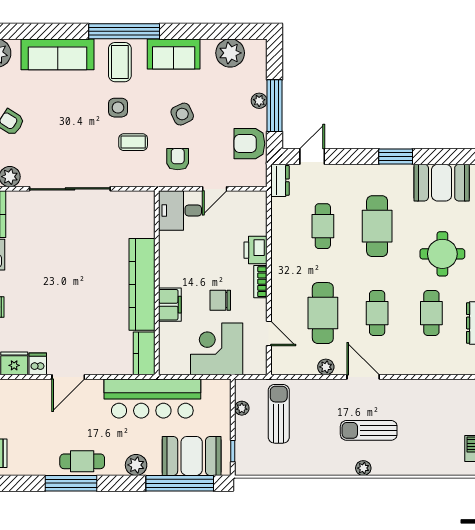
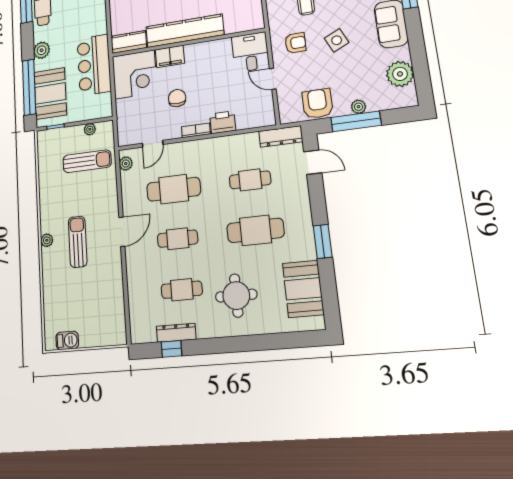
dresser: (280, 180) -> (281, 136), width x1.44
corner desk: (217, 349) -> (135, 74), moved, turned 90
plant: (326, 367) -> (126, 163), moved
bar counter: (152, 398) -> (94, 65), width x0.73

